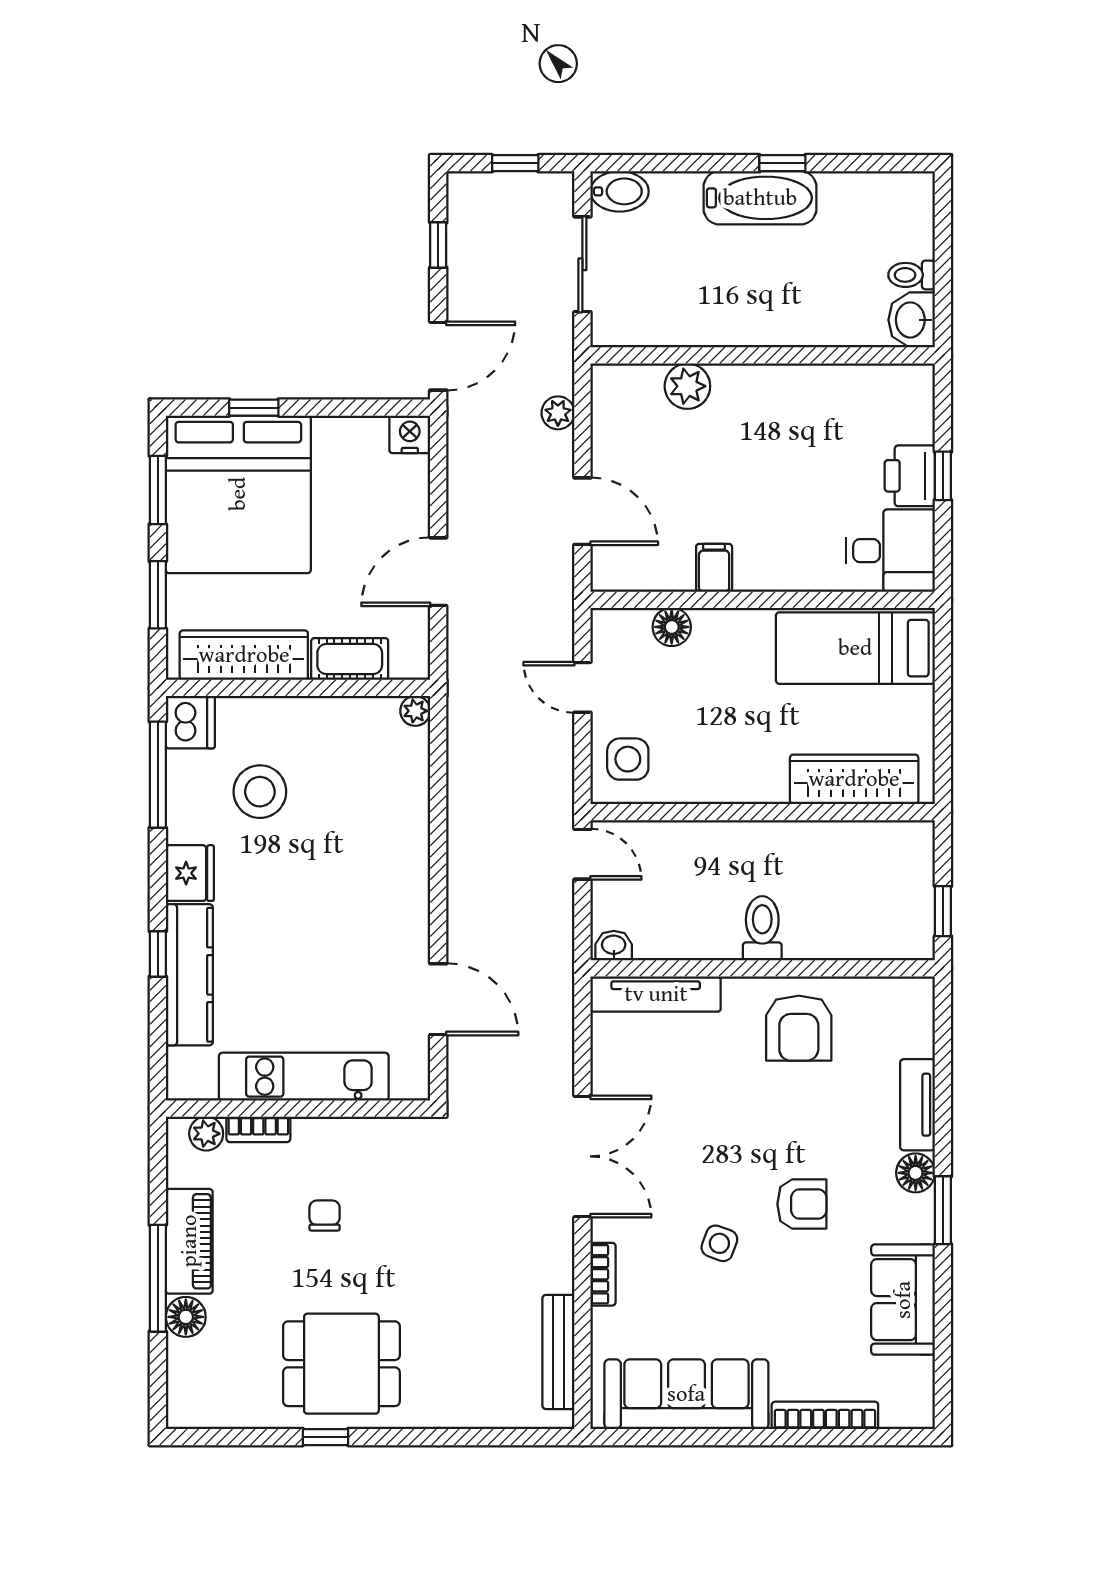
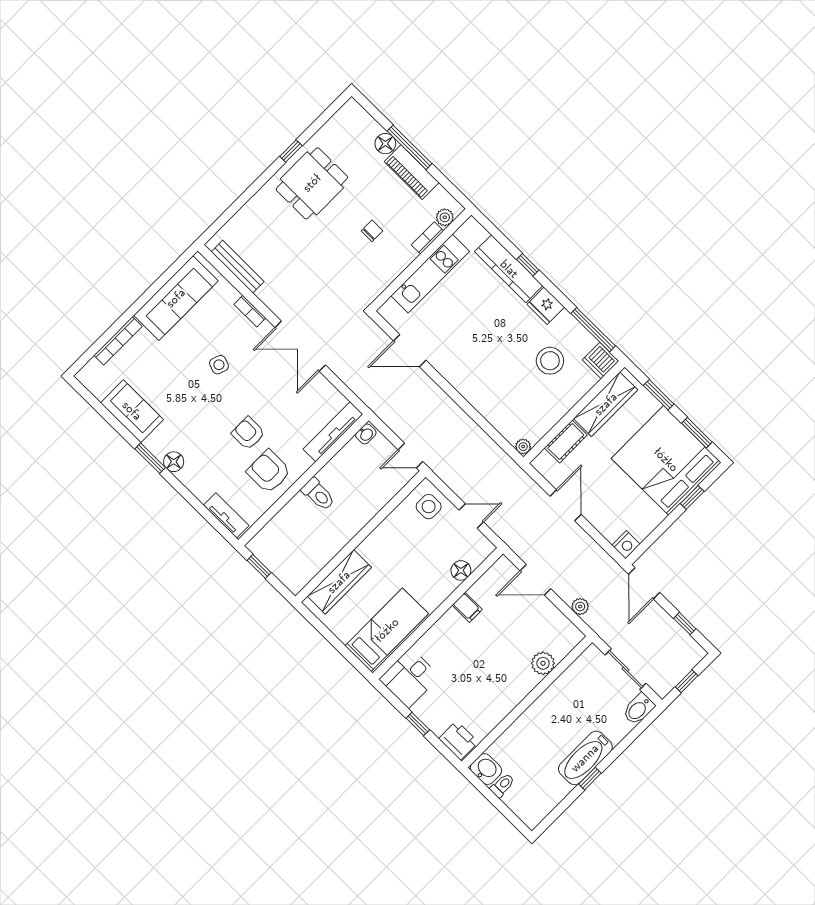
printer: (910, 476) -> (458, 740), moved
tv unit: (918, 1105) -> (226, 515), moved
armchair: (802, 1204) -> (248, 433), moved, turned 90
chair: (325, 1215) -> (372, 231), turned -90

